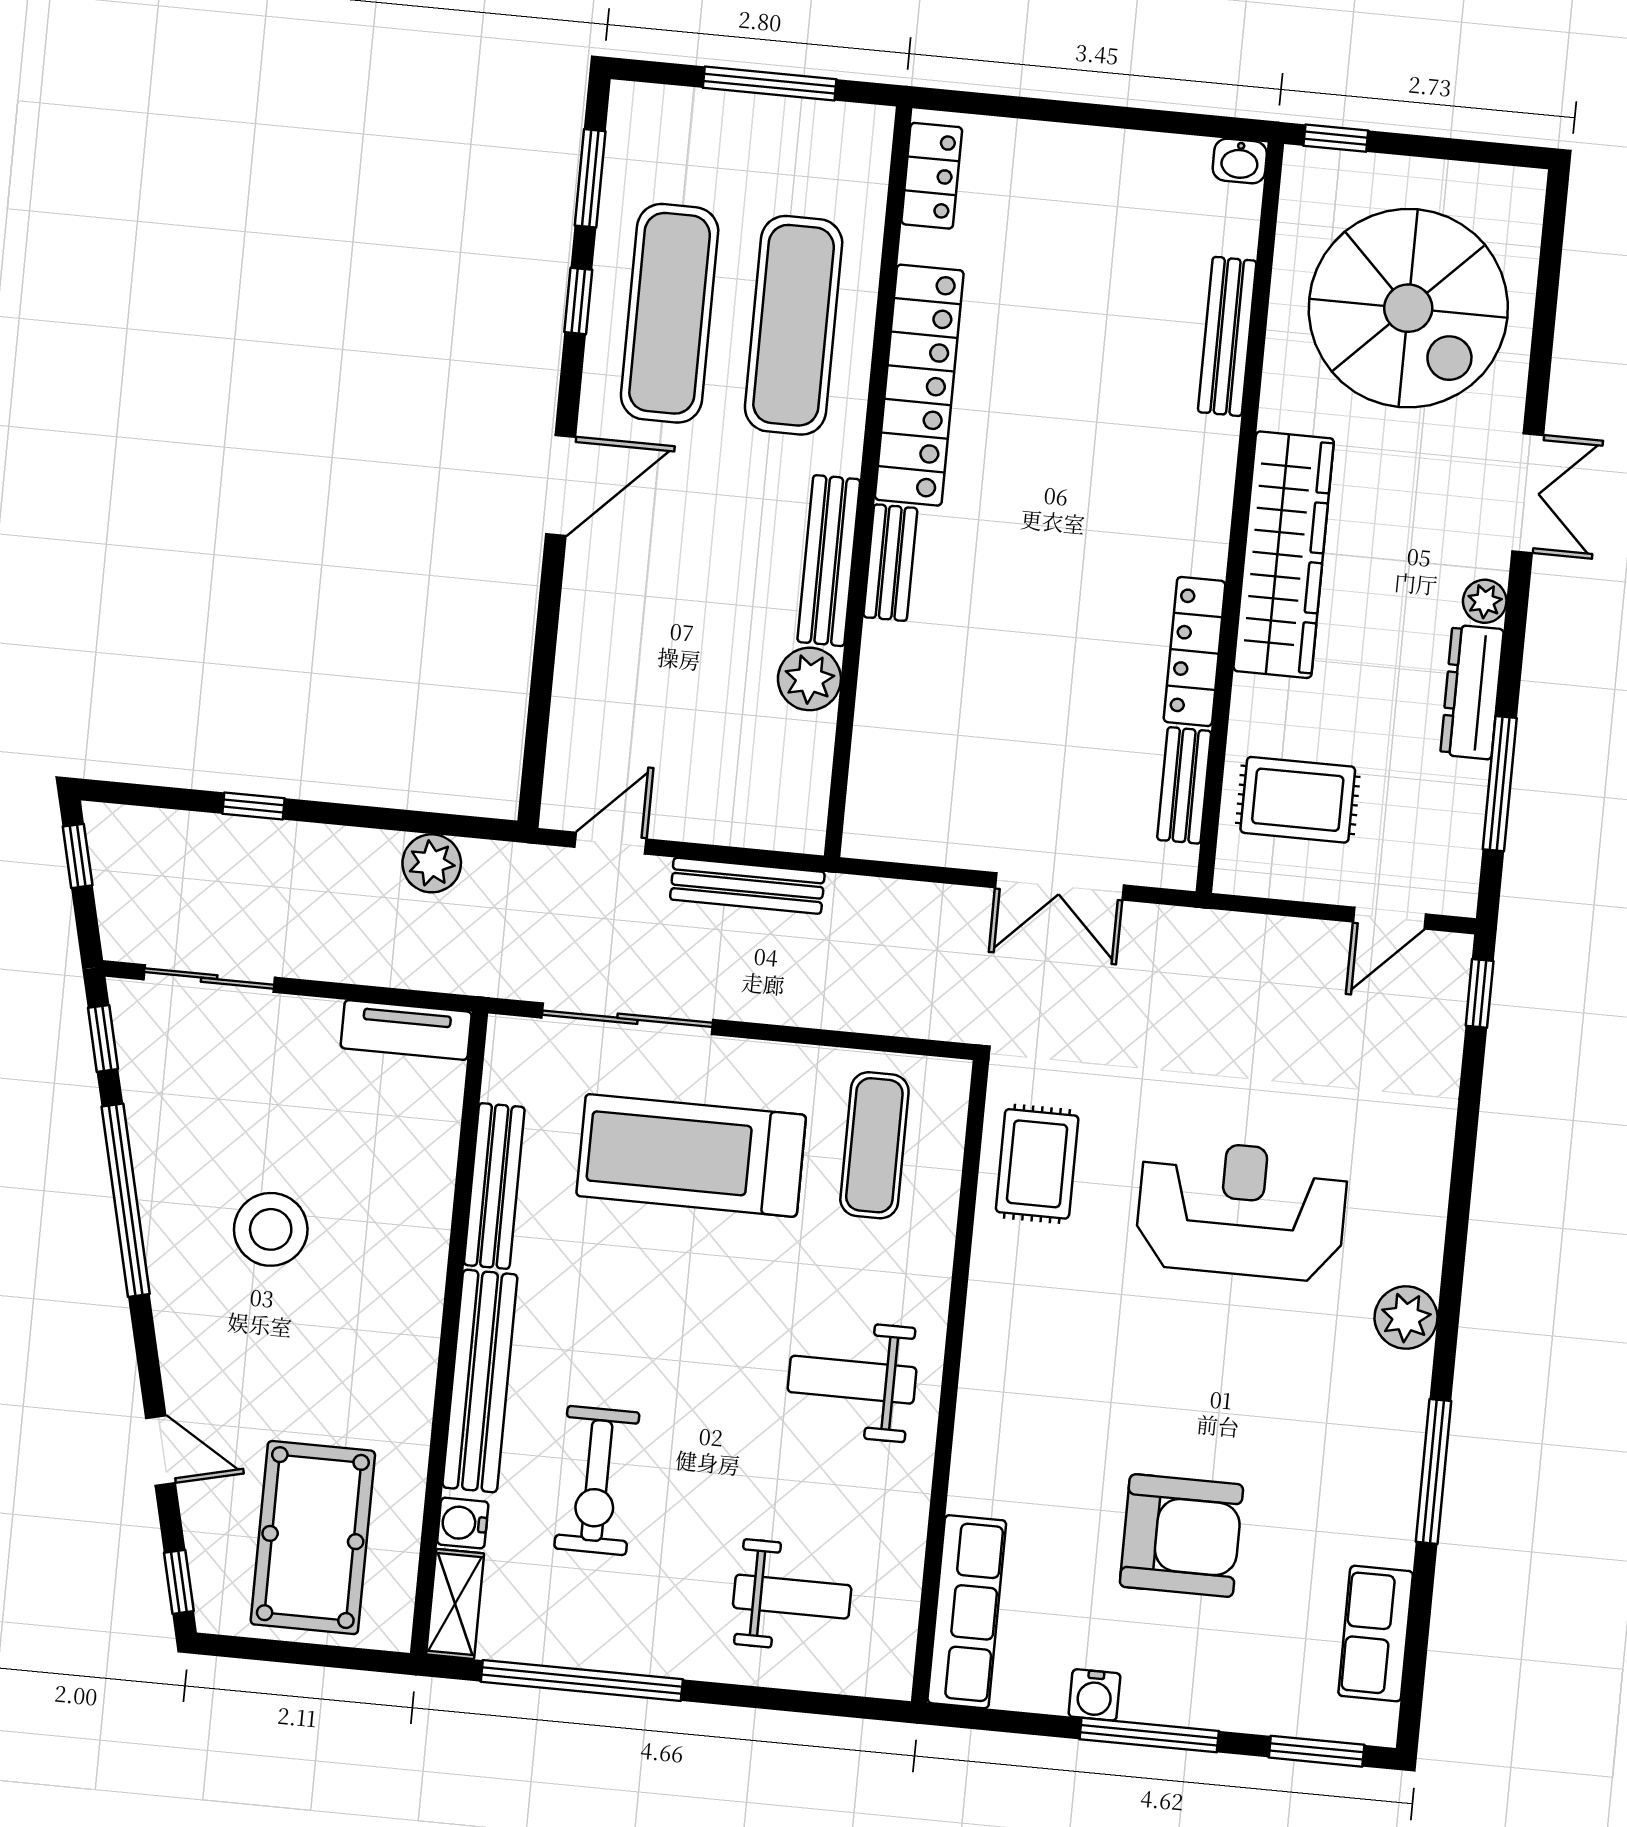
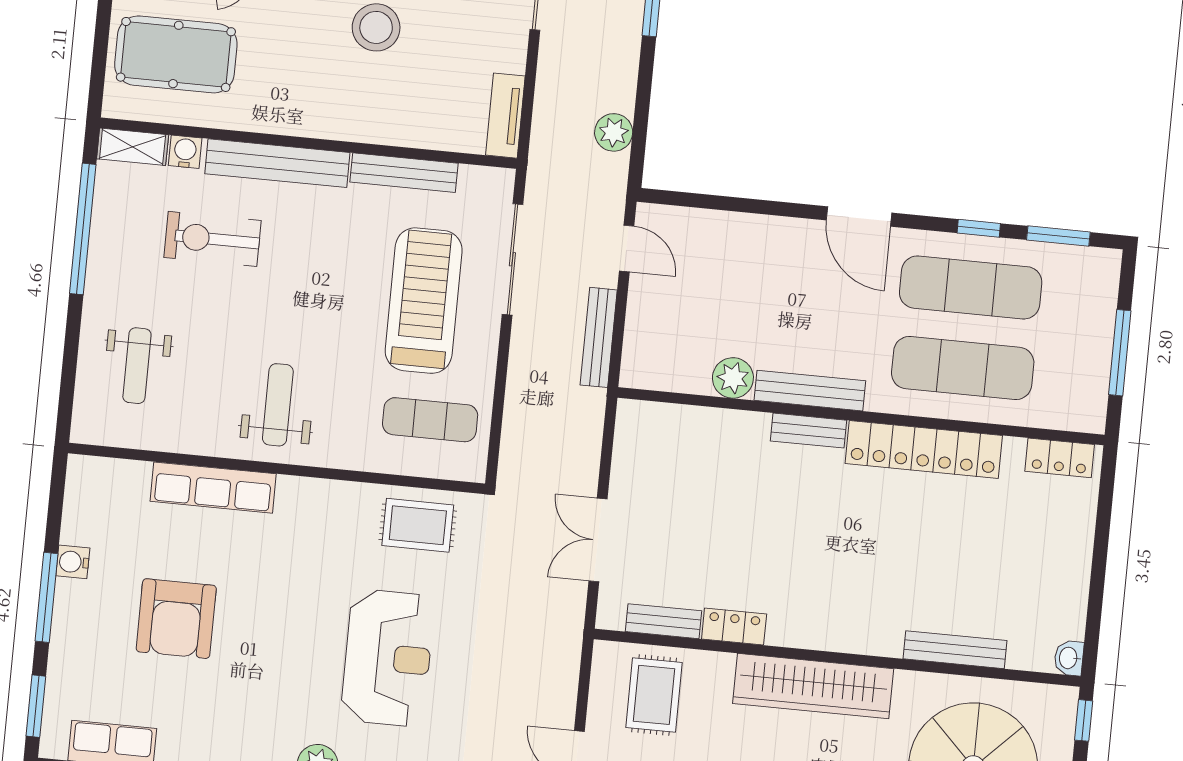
locker: (1195, 652) -> (734, 626), width x0.66
row of seats: (967, 1612) -> (213, 488), moved

